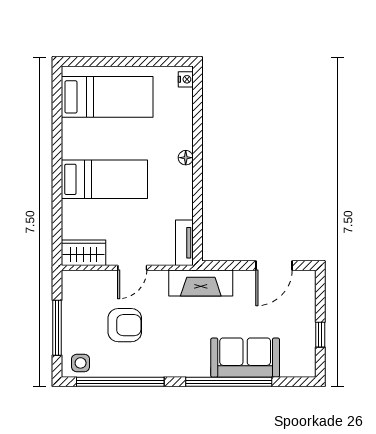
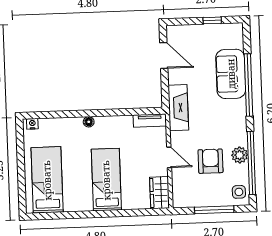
plant: (132, 366) -> (240, 155), added

